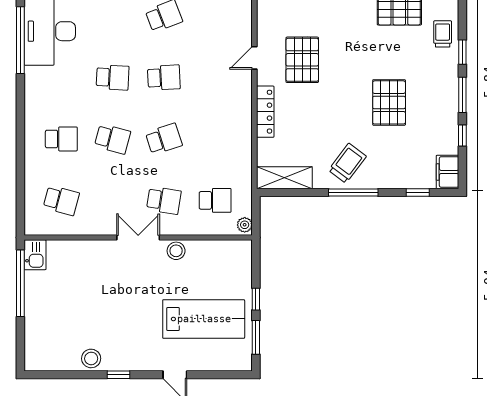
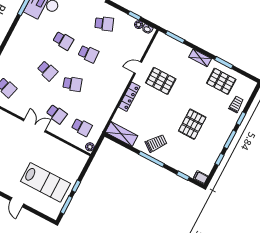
pallet: (302, 60) -> (161, 81), turned 90
school desk: (61, 139) -> (22, 57), removed
filing cabinet: (447, 172) -> (201, 177), width x0.50
stool: (176, 251) -> (50, 142), removed

